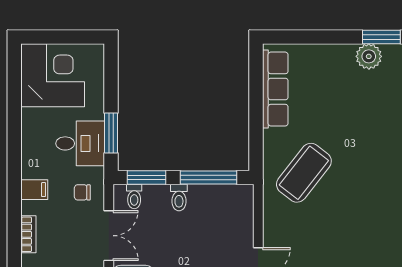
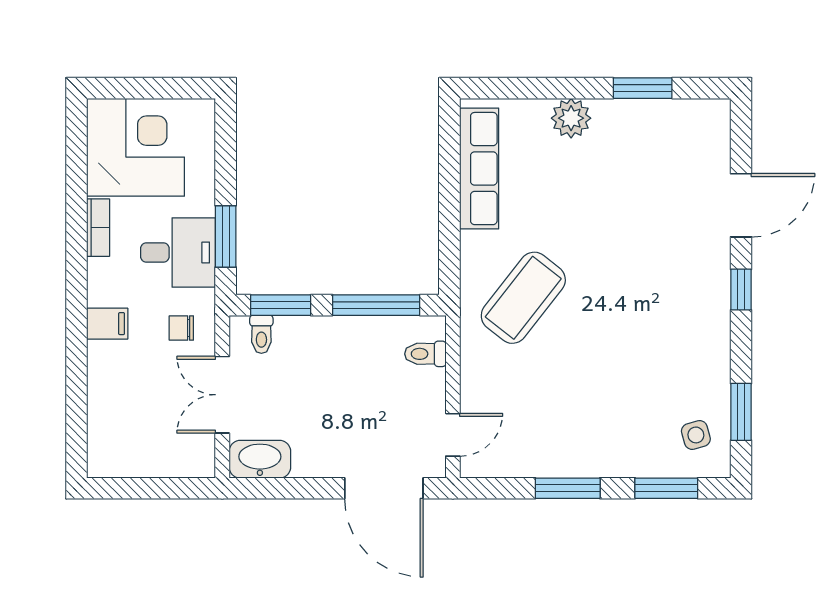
plant: (369, 56) -> (571, 118), moved
toilet: (179, 198) -> (425, 354), moved, turned 90
bookcase: (28, 234) -> (98, 228), moved
double door: (109, 236) -> (222, 395), swing flipped

